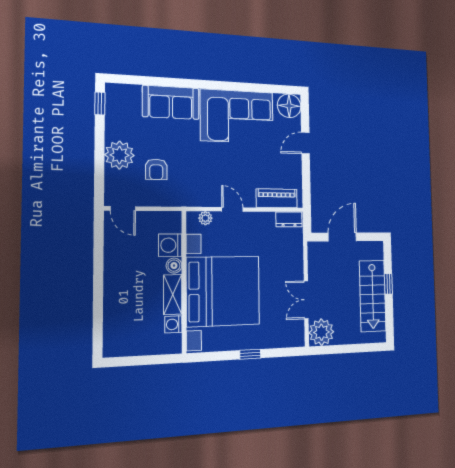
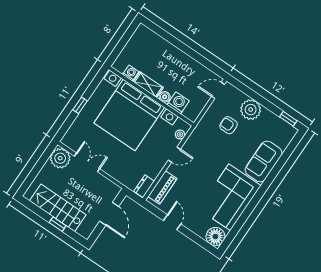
door: (305, 143) -> (172, 222), moved

